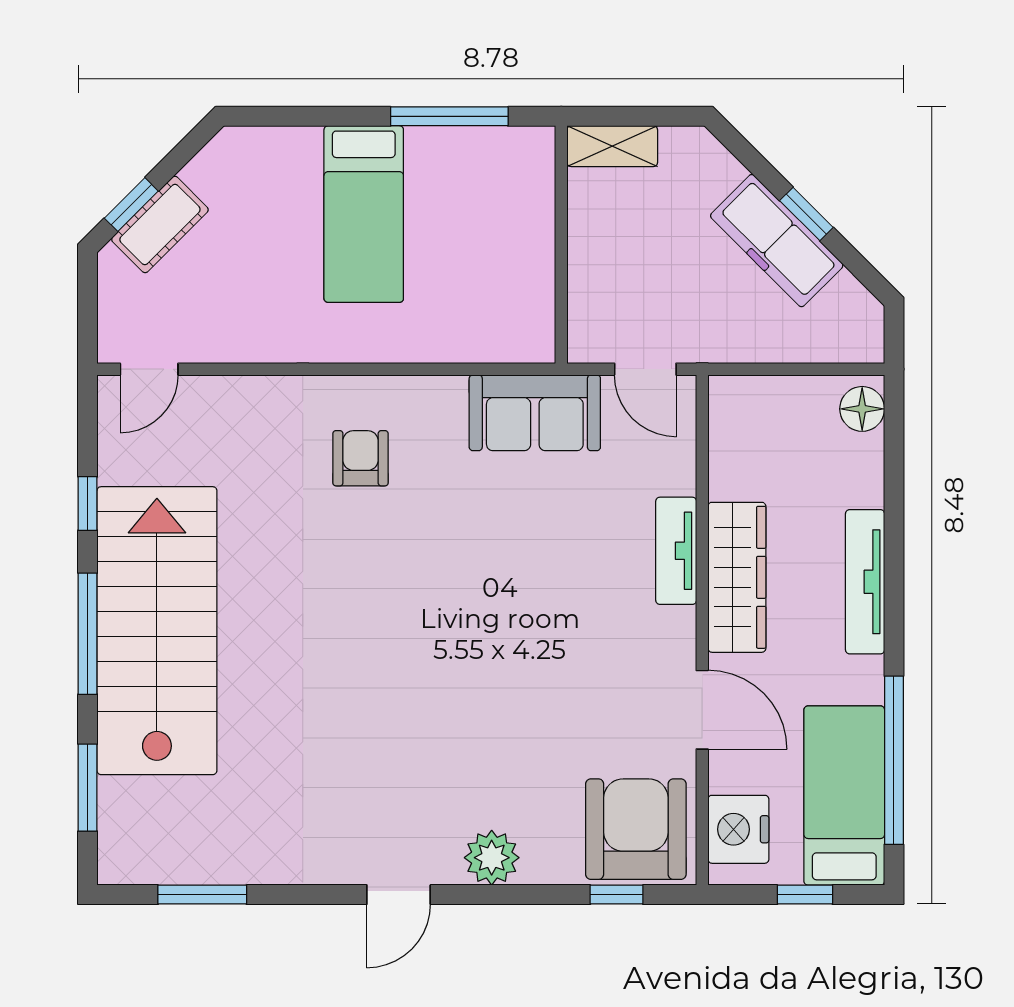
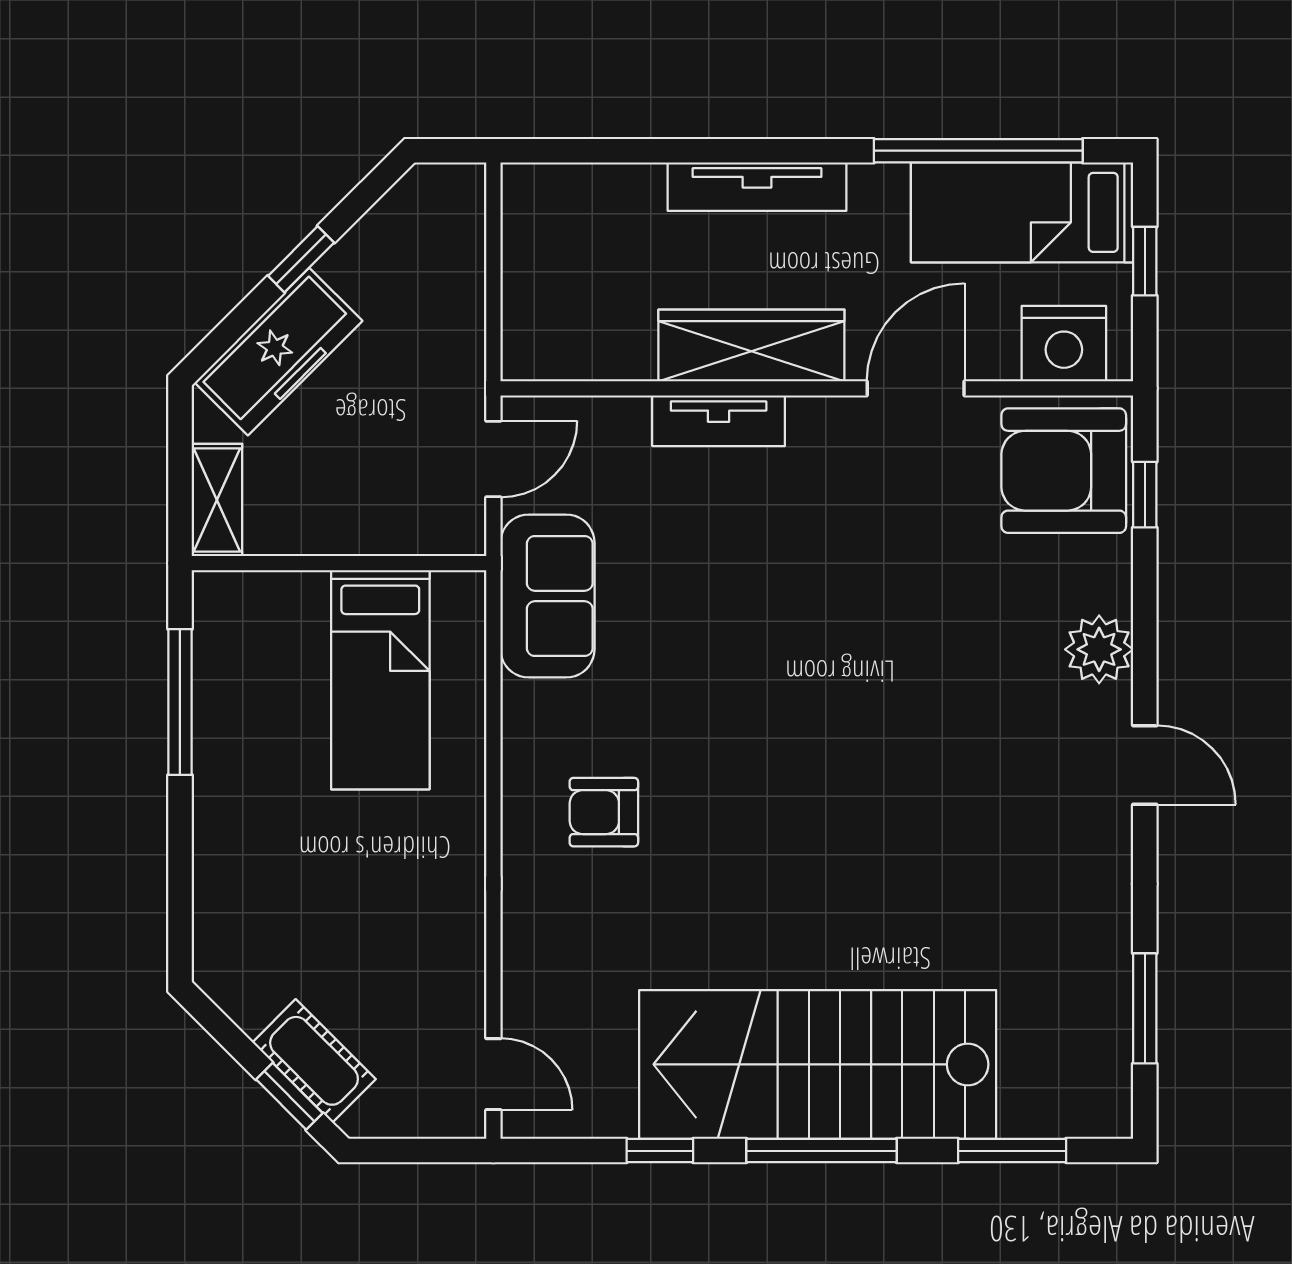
bed: (364, 214) -> (380, 680), moved, turned 90
freezer: (777, 241) -> (279, 352), moved
floor lamp: (862, 409) -> (543, 190), removed

